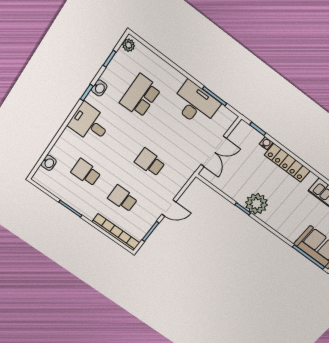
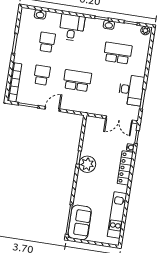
desk: (89, 123) -> (72, 27), moved
double door: (214, 151) -> (119, 119), moved
school desk: (150, 162) -> (77, 81), width x1.85
door: (169, 208) -> (52, 109), swing flipped

